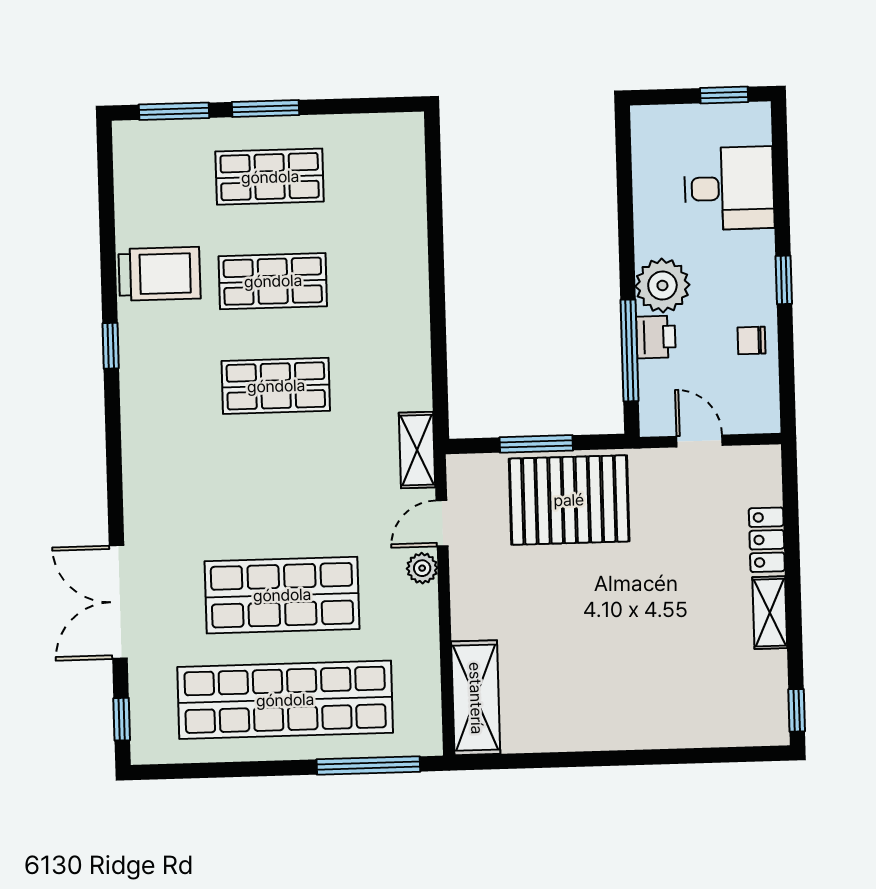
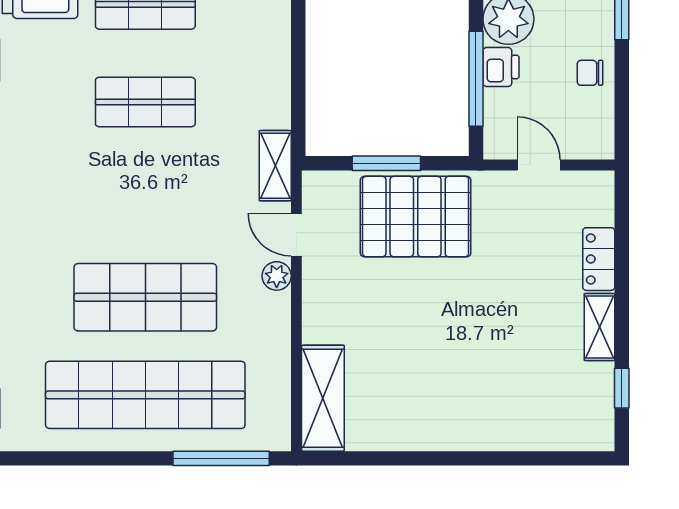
door: (442, 523) -> (296, 235), hinge flipped
window: (797, 710) -> (622, 388), moved

